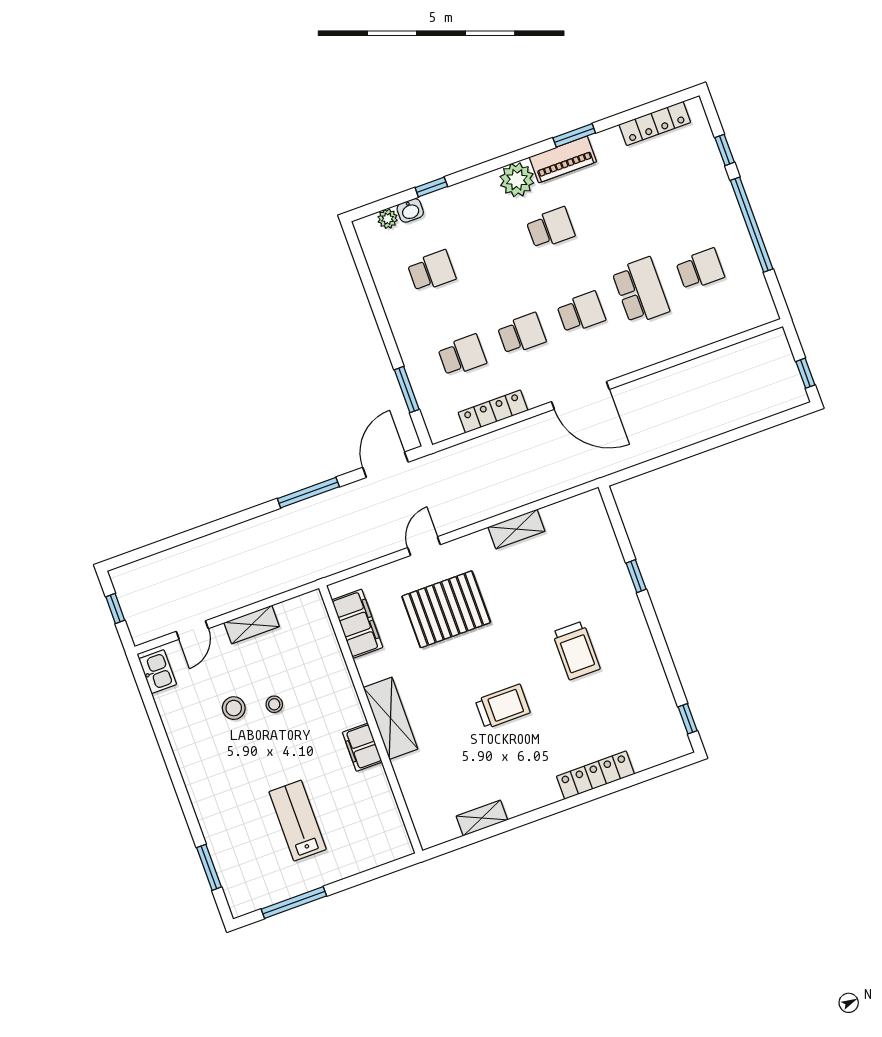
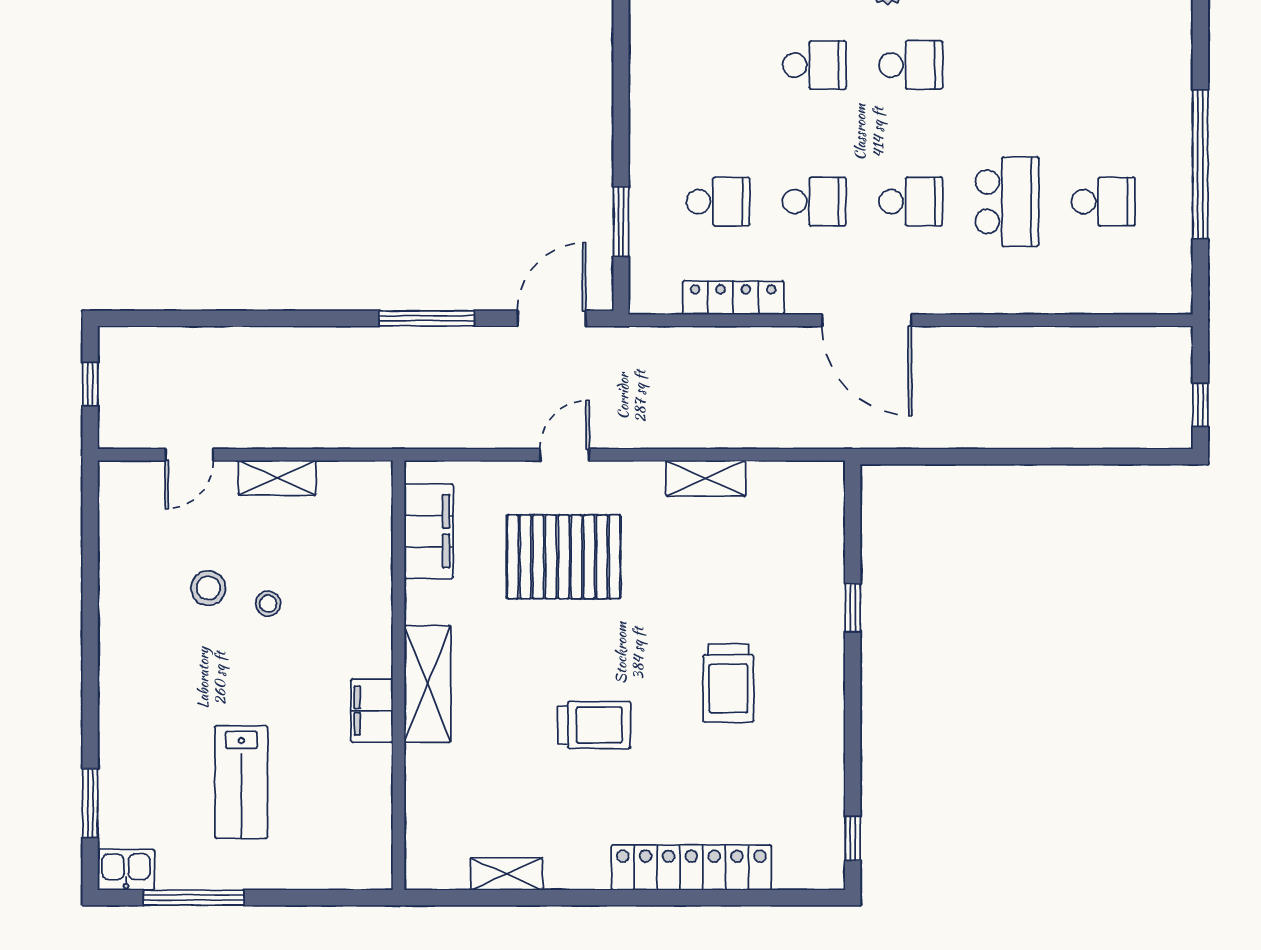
window: (725, 150) -> (1200, 43), removed
school desk: (432, 271) -> (814, 65), moved
kitchen sink: (158, 672) -> (126, 870), moved, turned -90
locker: (595, 775) -> (691, 868), width x1.41, depth x1.21
lab bench: (298, 821) -> (241, 782), turned 180

